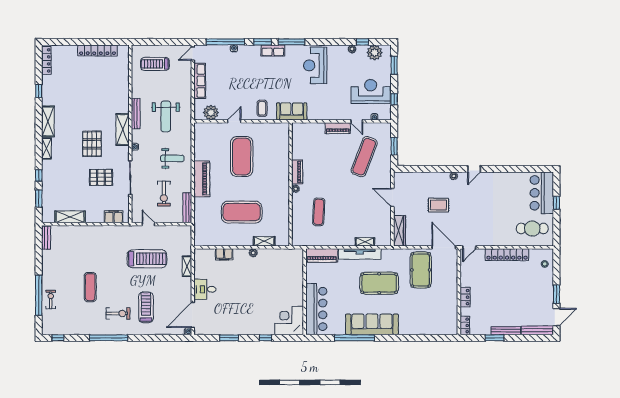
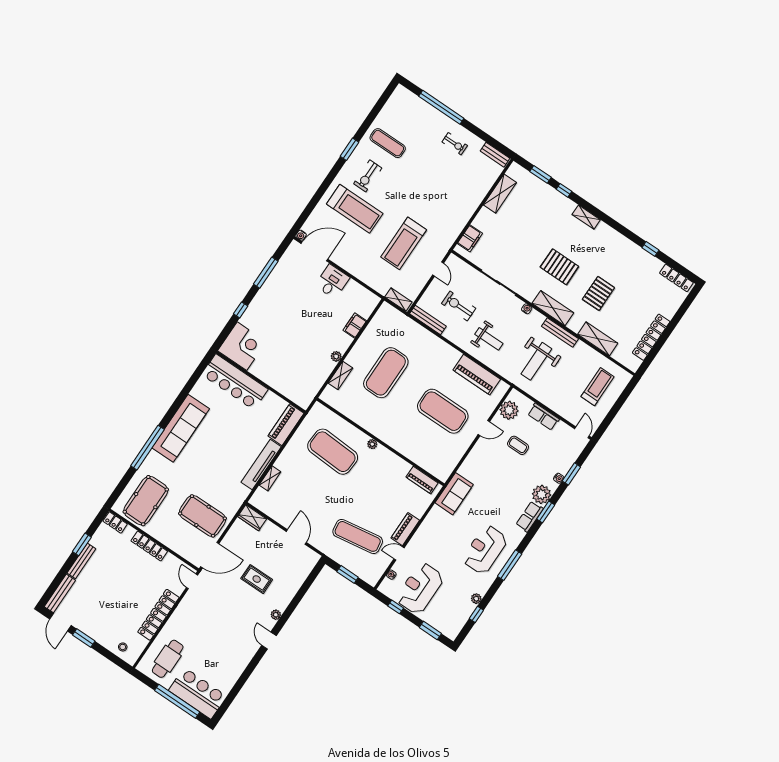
window: (225, 42) -> (571, 474), width x0.47
window: (291, 42) -> (510, 565), moved
plant: (375, 53) -> (542, 494), moved
reception desk: (315, 65) -> (485, 550), turned -90
row of seats: (200, 81) -> (543, 417), width x0.68
reception desk: (371, 91) -> (420, 588), turned 180
coffee table: (262, 108) -> (518, 445), moved
weight bench: (166, 116) -> (536, 361), turned -90
shelving: (48, 121) -> (598, 339), moved
door: (234, 121) -> (484, 428), hinge flipped
exercise mat: (364, 157) -> (358, 536), turned -30
weight bench: (172, 158) -> (489, 339), turned -90
piano: (297, 172) -> (422, 480), moved
pallet: (101, 177) -> (598, 293), moved
piano: (202, 179) -> (477, 375), moved
door: (392, 198) -> (296, 537), hinge flipped
window: (556, 203) -> (177, 701), width x3.17
rug: (438, 205) -> (257, 579), turned 90
exercise mat: (319, 212) -> (333, 452), width x2.00, depth x1.45
door: (148, 224) -> (438, 269), hinge flipped
wardrobe: (399, 231) -> (252, 518), width x0.67
shelving: (187, 266) -> (398, 299), moved
pool table: (379, 283) -> (146, 501), moved
exercise mat: (90, 287) -> (388, 143), moved
locker: (465, 297) -> (149, 546), width x1.53
exercise bike: (51, 299) -> (455, 144), moved
treadmill: (146, 307) -> (355, 209), width x1.37, depth x1.38
door: (193, 315) -> (314, 251), hinge flipped
window: (58, 338) -> (384, 97), removed
window: (108, 338) -> (349, 149), width x0.47
window: (229, 338) -> (266, 273), width x1.44
window: (354, 338) -> (147, 448), moved

